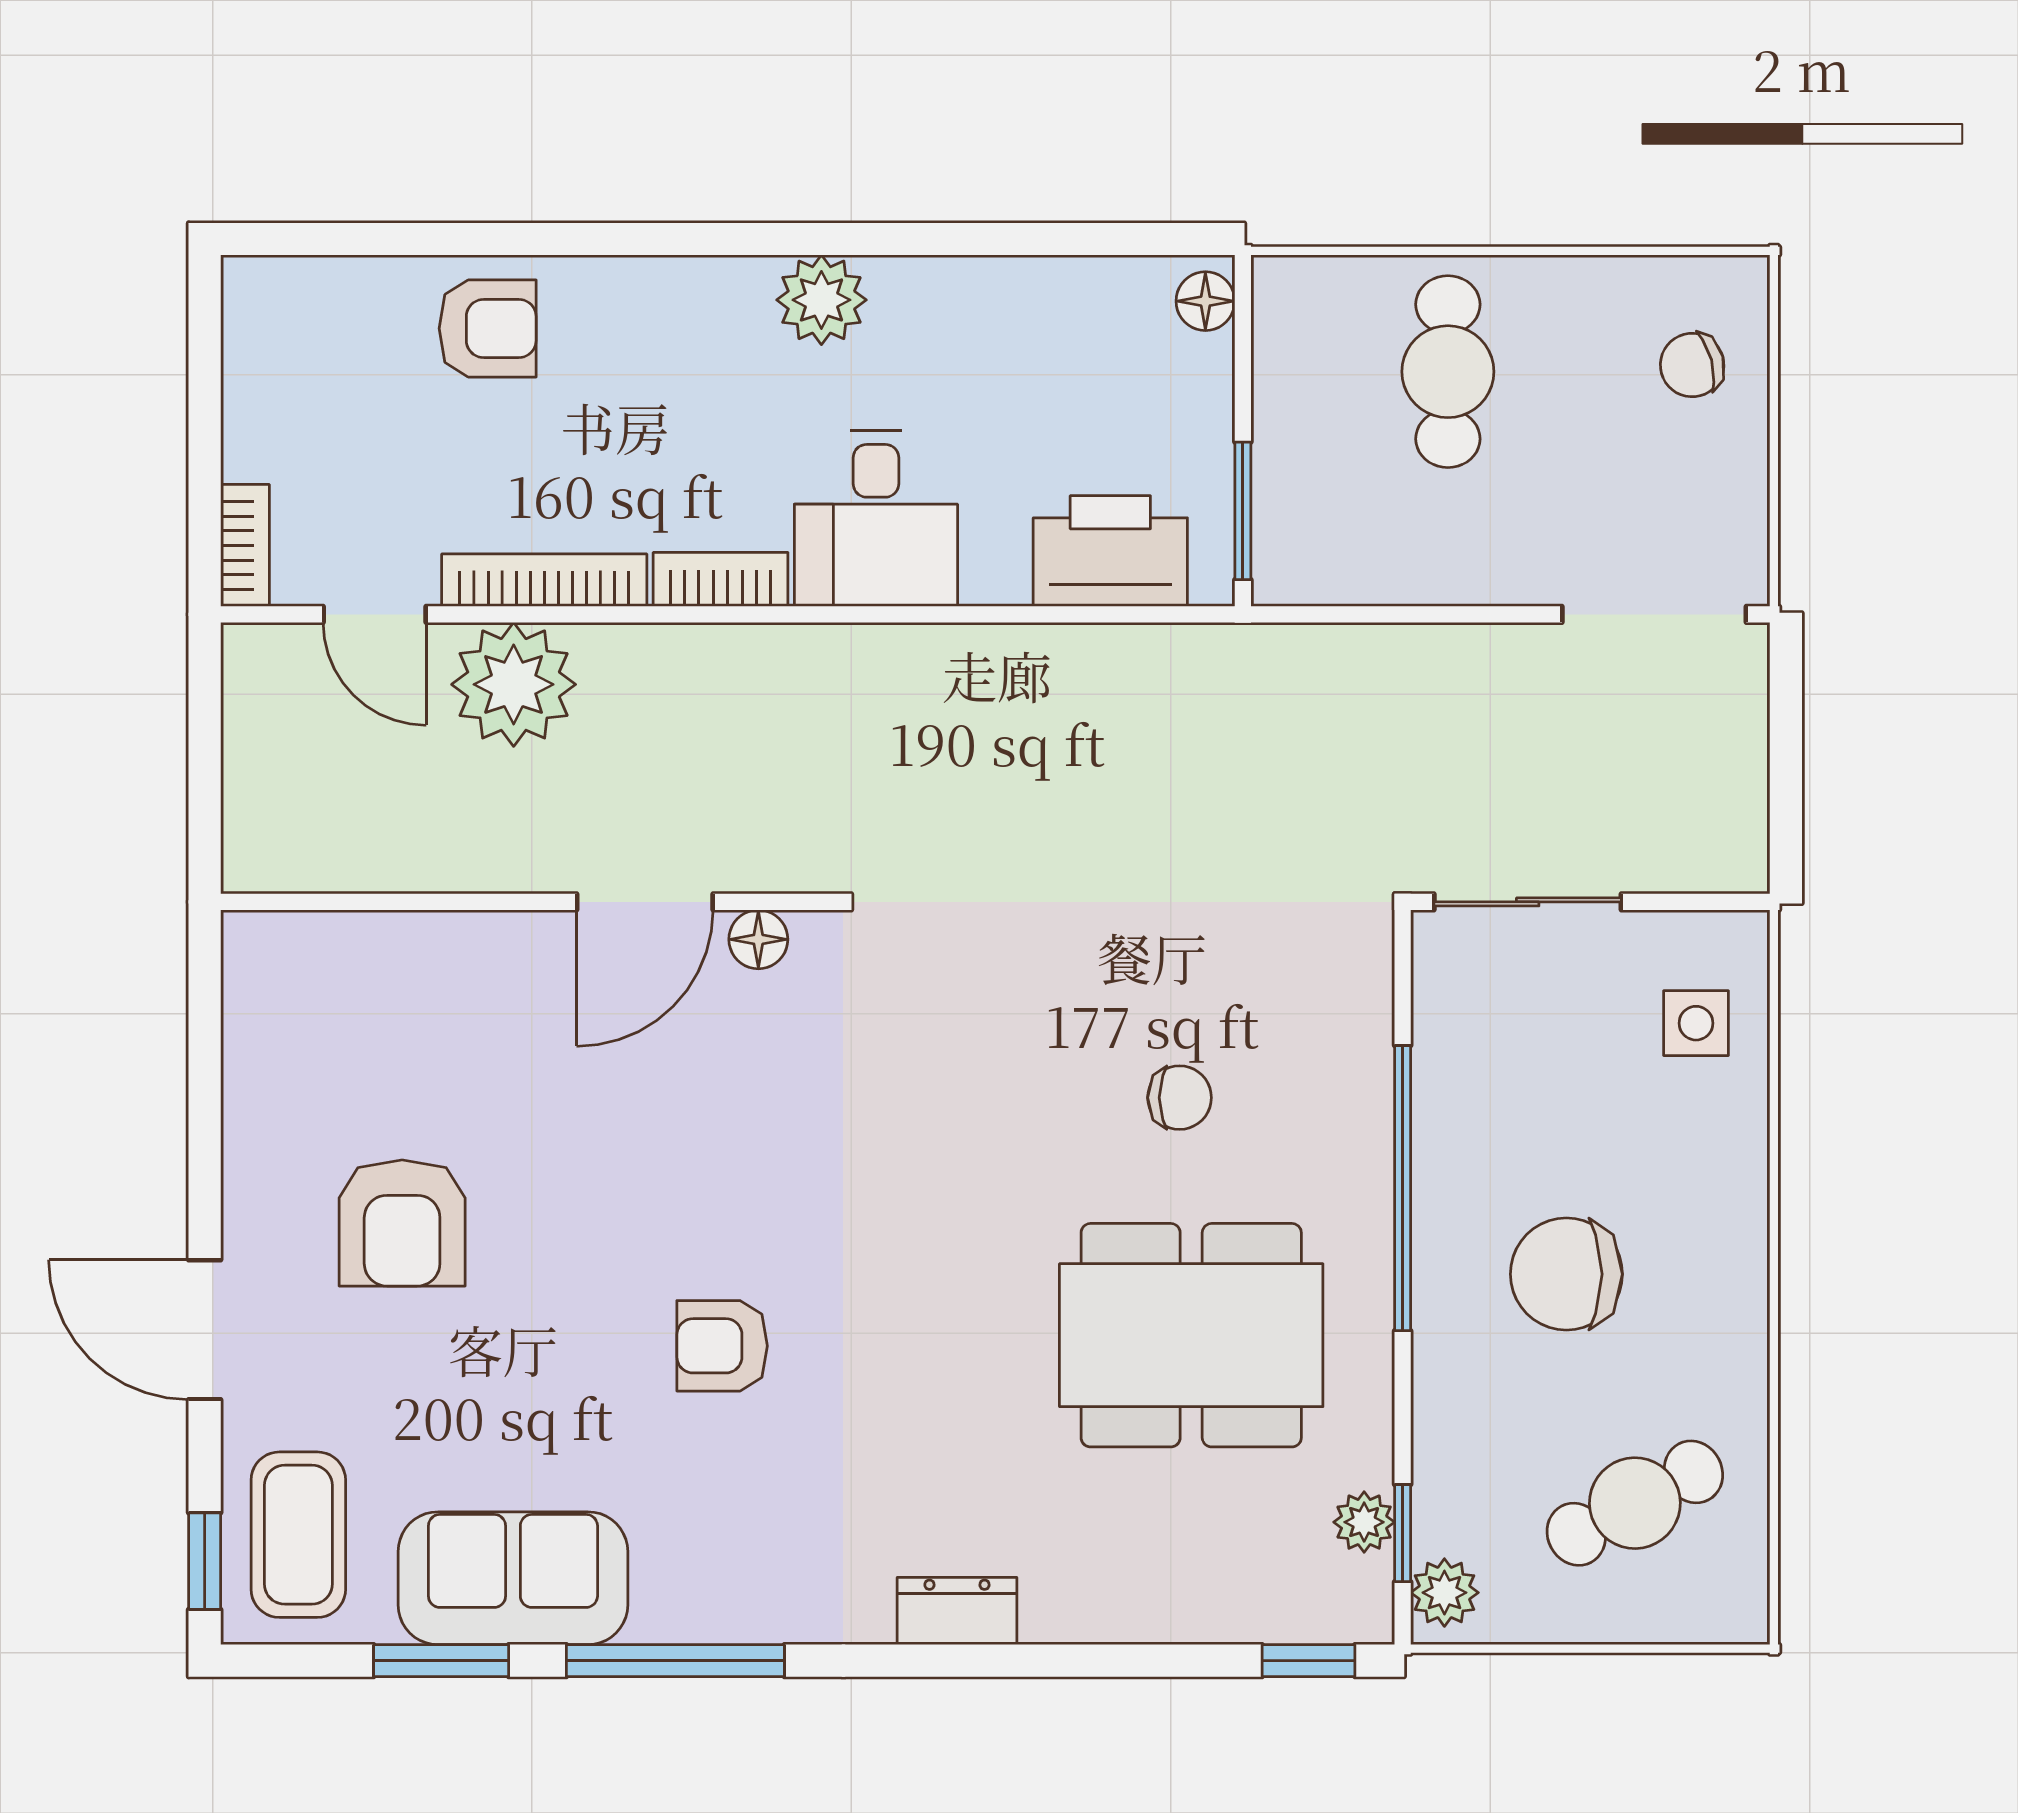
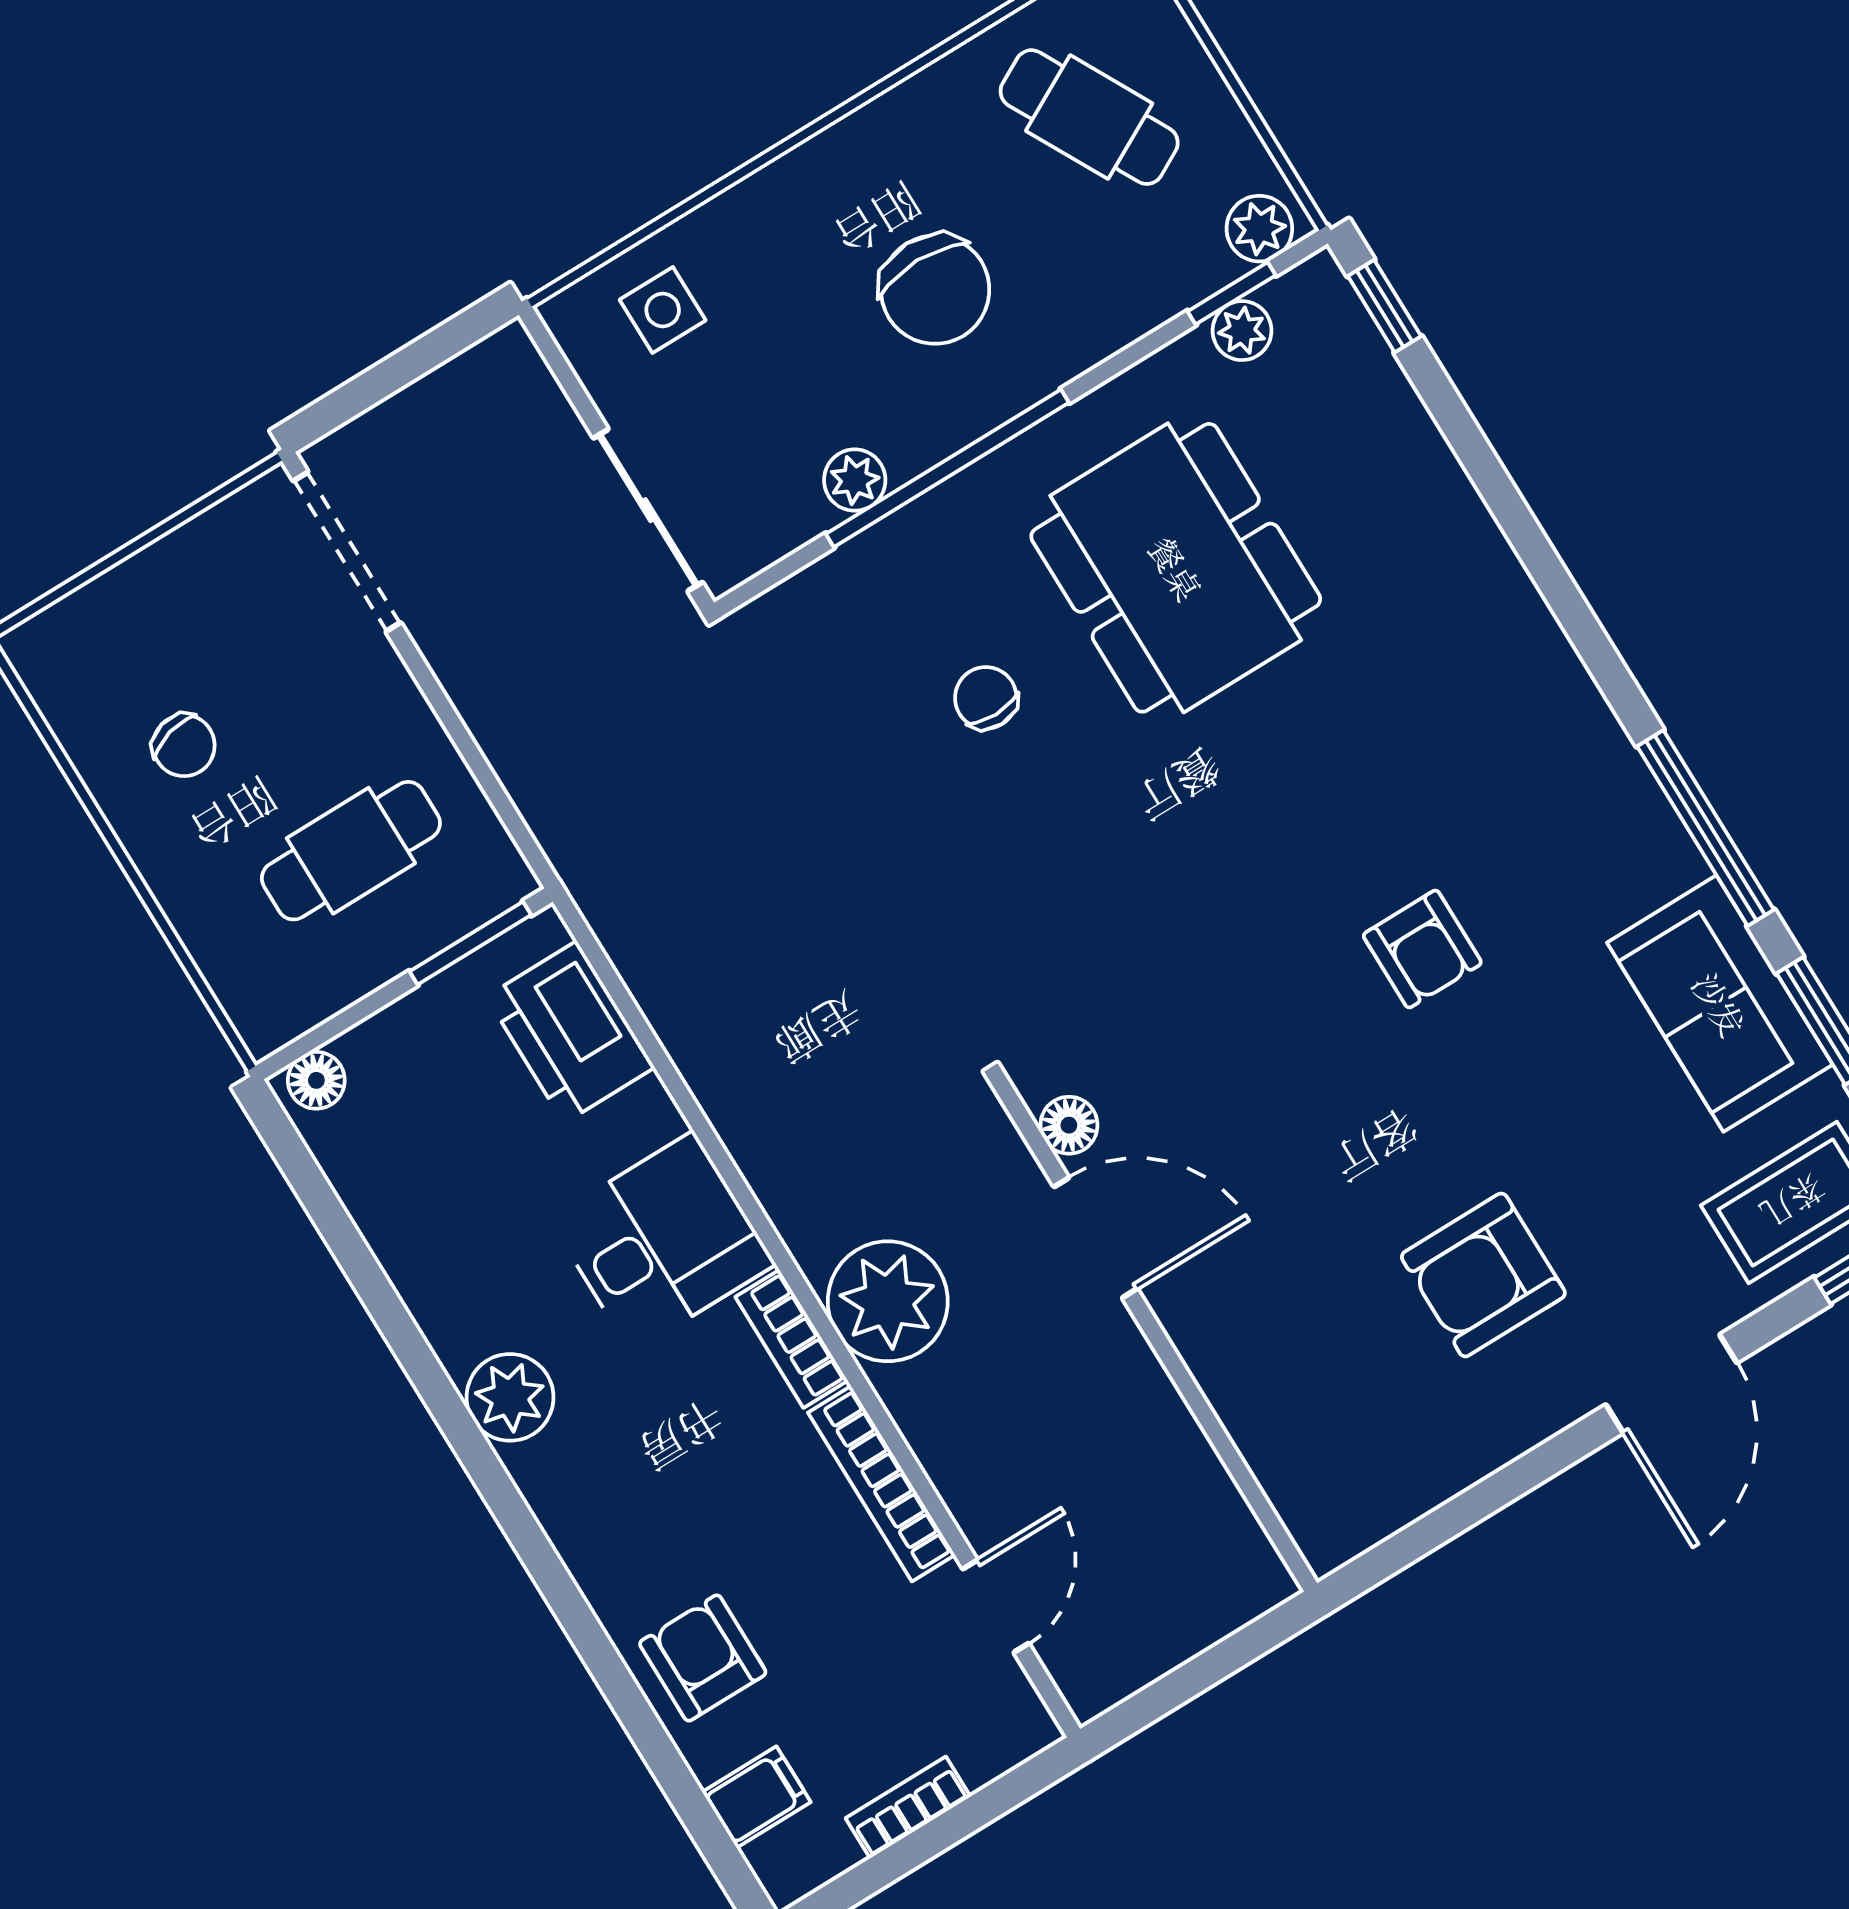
filing cabinet: (336, 300) -> (756, 1797), added
chair: (1692, 365) -> (184, 746), moved
cafe table: (1448, 372) -> (351, 851), moved
bookcase: (245, 545) -> (908, 1807), moved
plant: (514, 684) -> (888, 1301), moved
plant: (1442, 1100) -> (855, 480), added
armchair: (402, 1223) -> (1483, 1275), turned 180
dresser: (957, 1611) -> (1522, 621), removed

